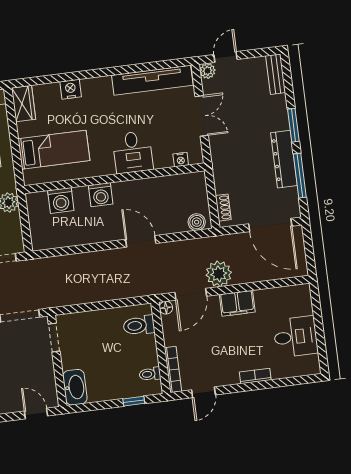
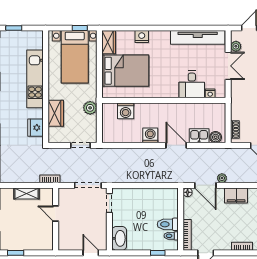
plant: (208, 71) -> (236, 46), moved
bed: (54, 150) -> (125, 71), width x1.50
desk: (133, 152) -> (192, 84), moved
washing machine: (101, 195) -> (150, 135), moved, turned 180
kitchen sink: (172, 223) -> (199, 136), added
plant: (219, 274) -> (222, 178), width x0.53, depth x0.53
door: (191, 294) -> (205, 185), hinge flipped
toilet: (139, 325) -> (168, 224), moved

